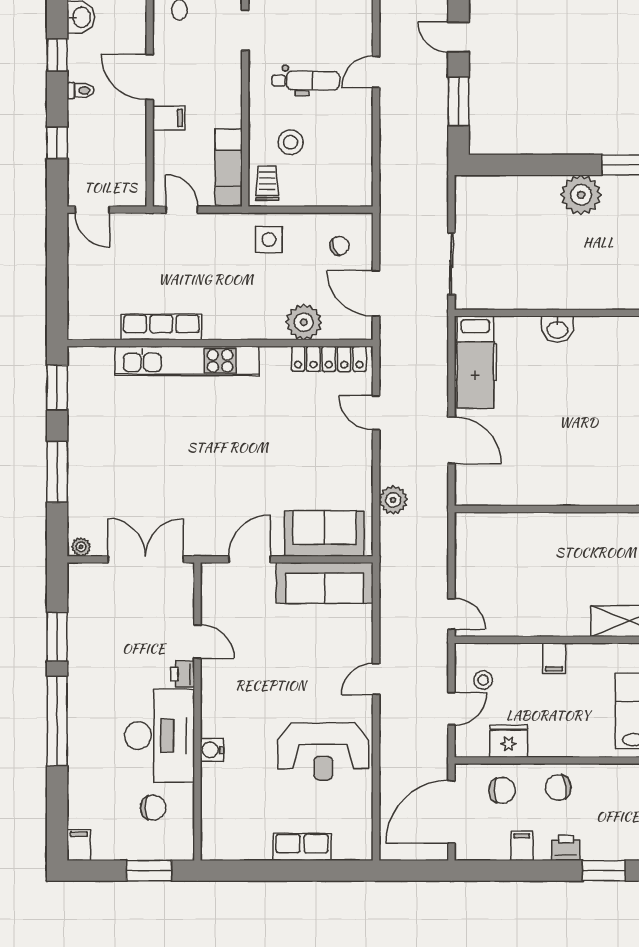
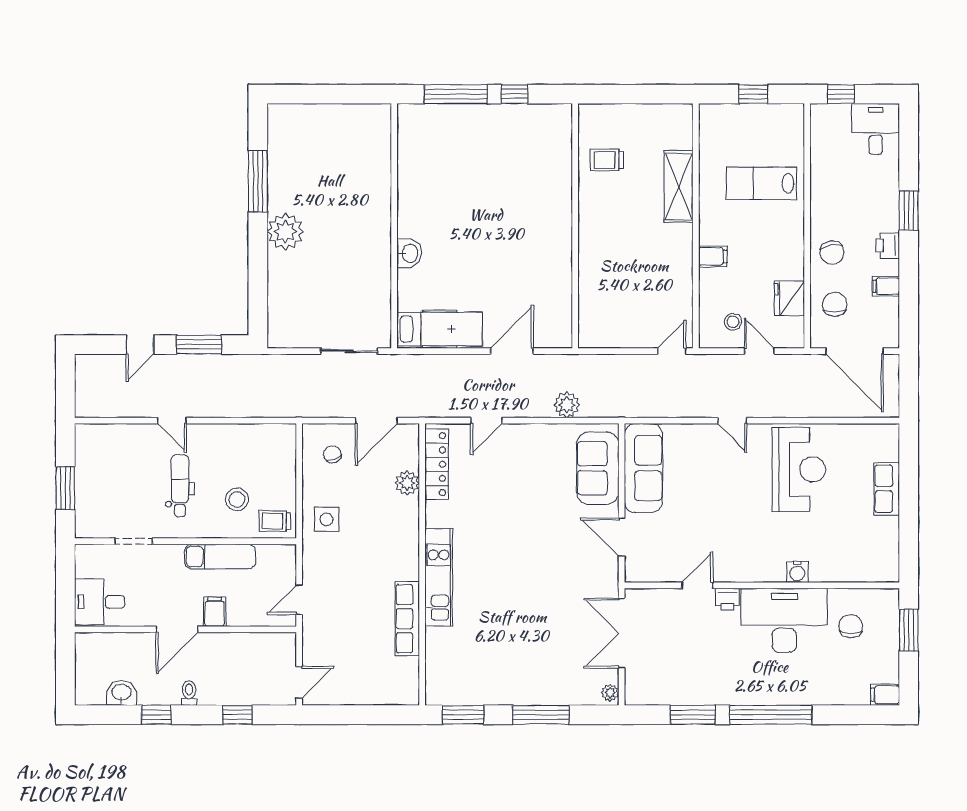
exam couch: (229, 167) -> (220, 556), moved
plant: (304, 322) -> (407, 483), width x0.73, depth x0.73
kitchen unit: (187, 361) -> (439, 577), width x0.73

